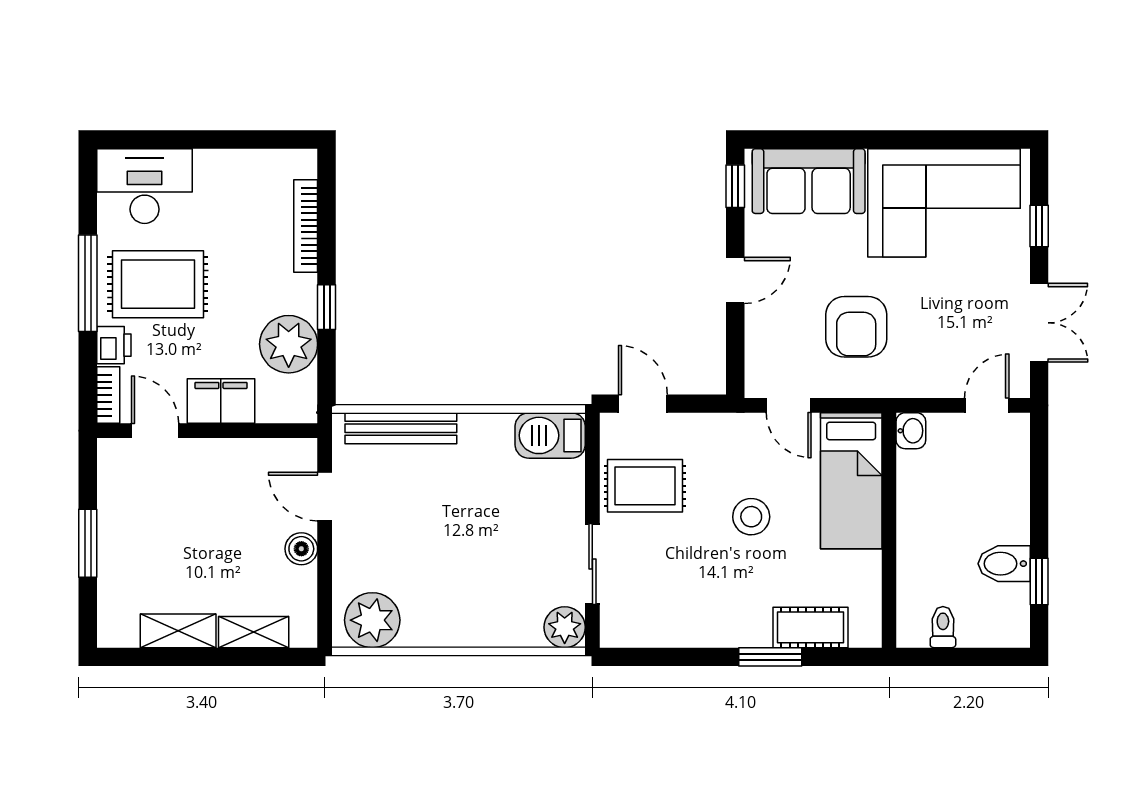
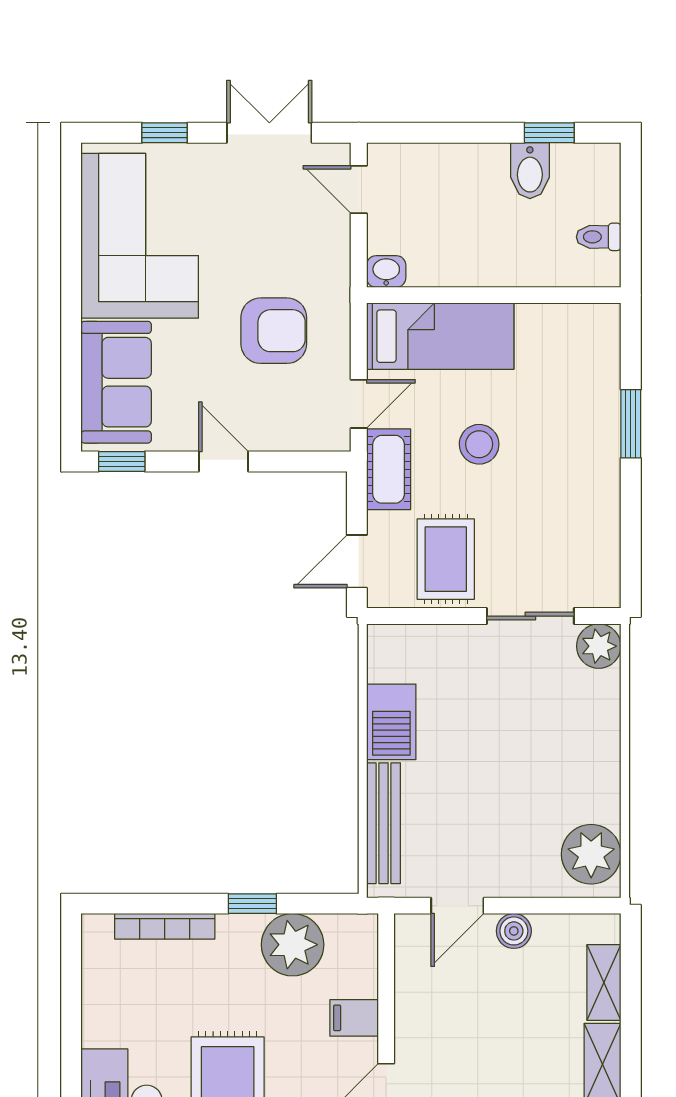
filing cabinet: (221, 401) -> (354, 1018), width x0.50
barbecue: (550, 435) -> (391, 722), moved
cot: (810, 627) -> (389, 469), moved

